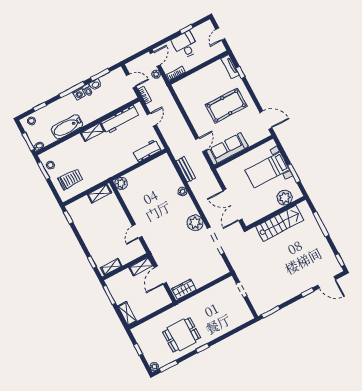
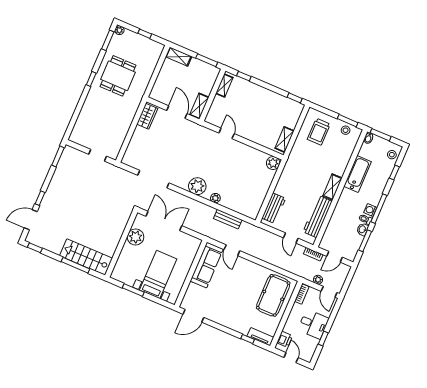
printer: (214, 51) -> (285, 339), added
pool table: (226, 106) -> (273, 295), moved
plant: (285, 198) -> (136, 237), moved
plant: (195, 223) -> (197, 186), moved
stairs: (280, 223) -> (86, 257), moved, turned 90

